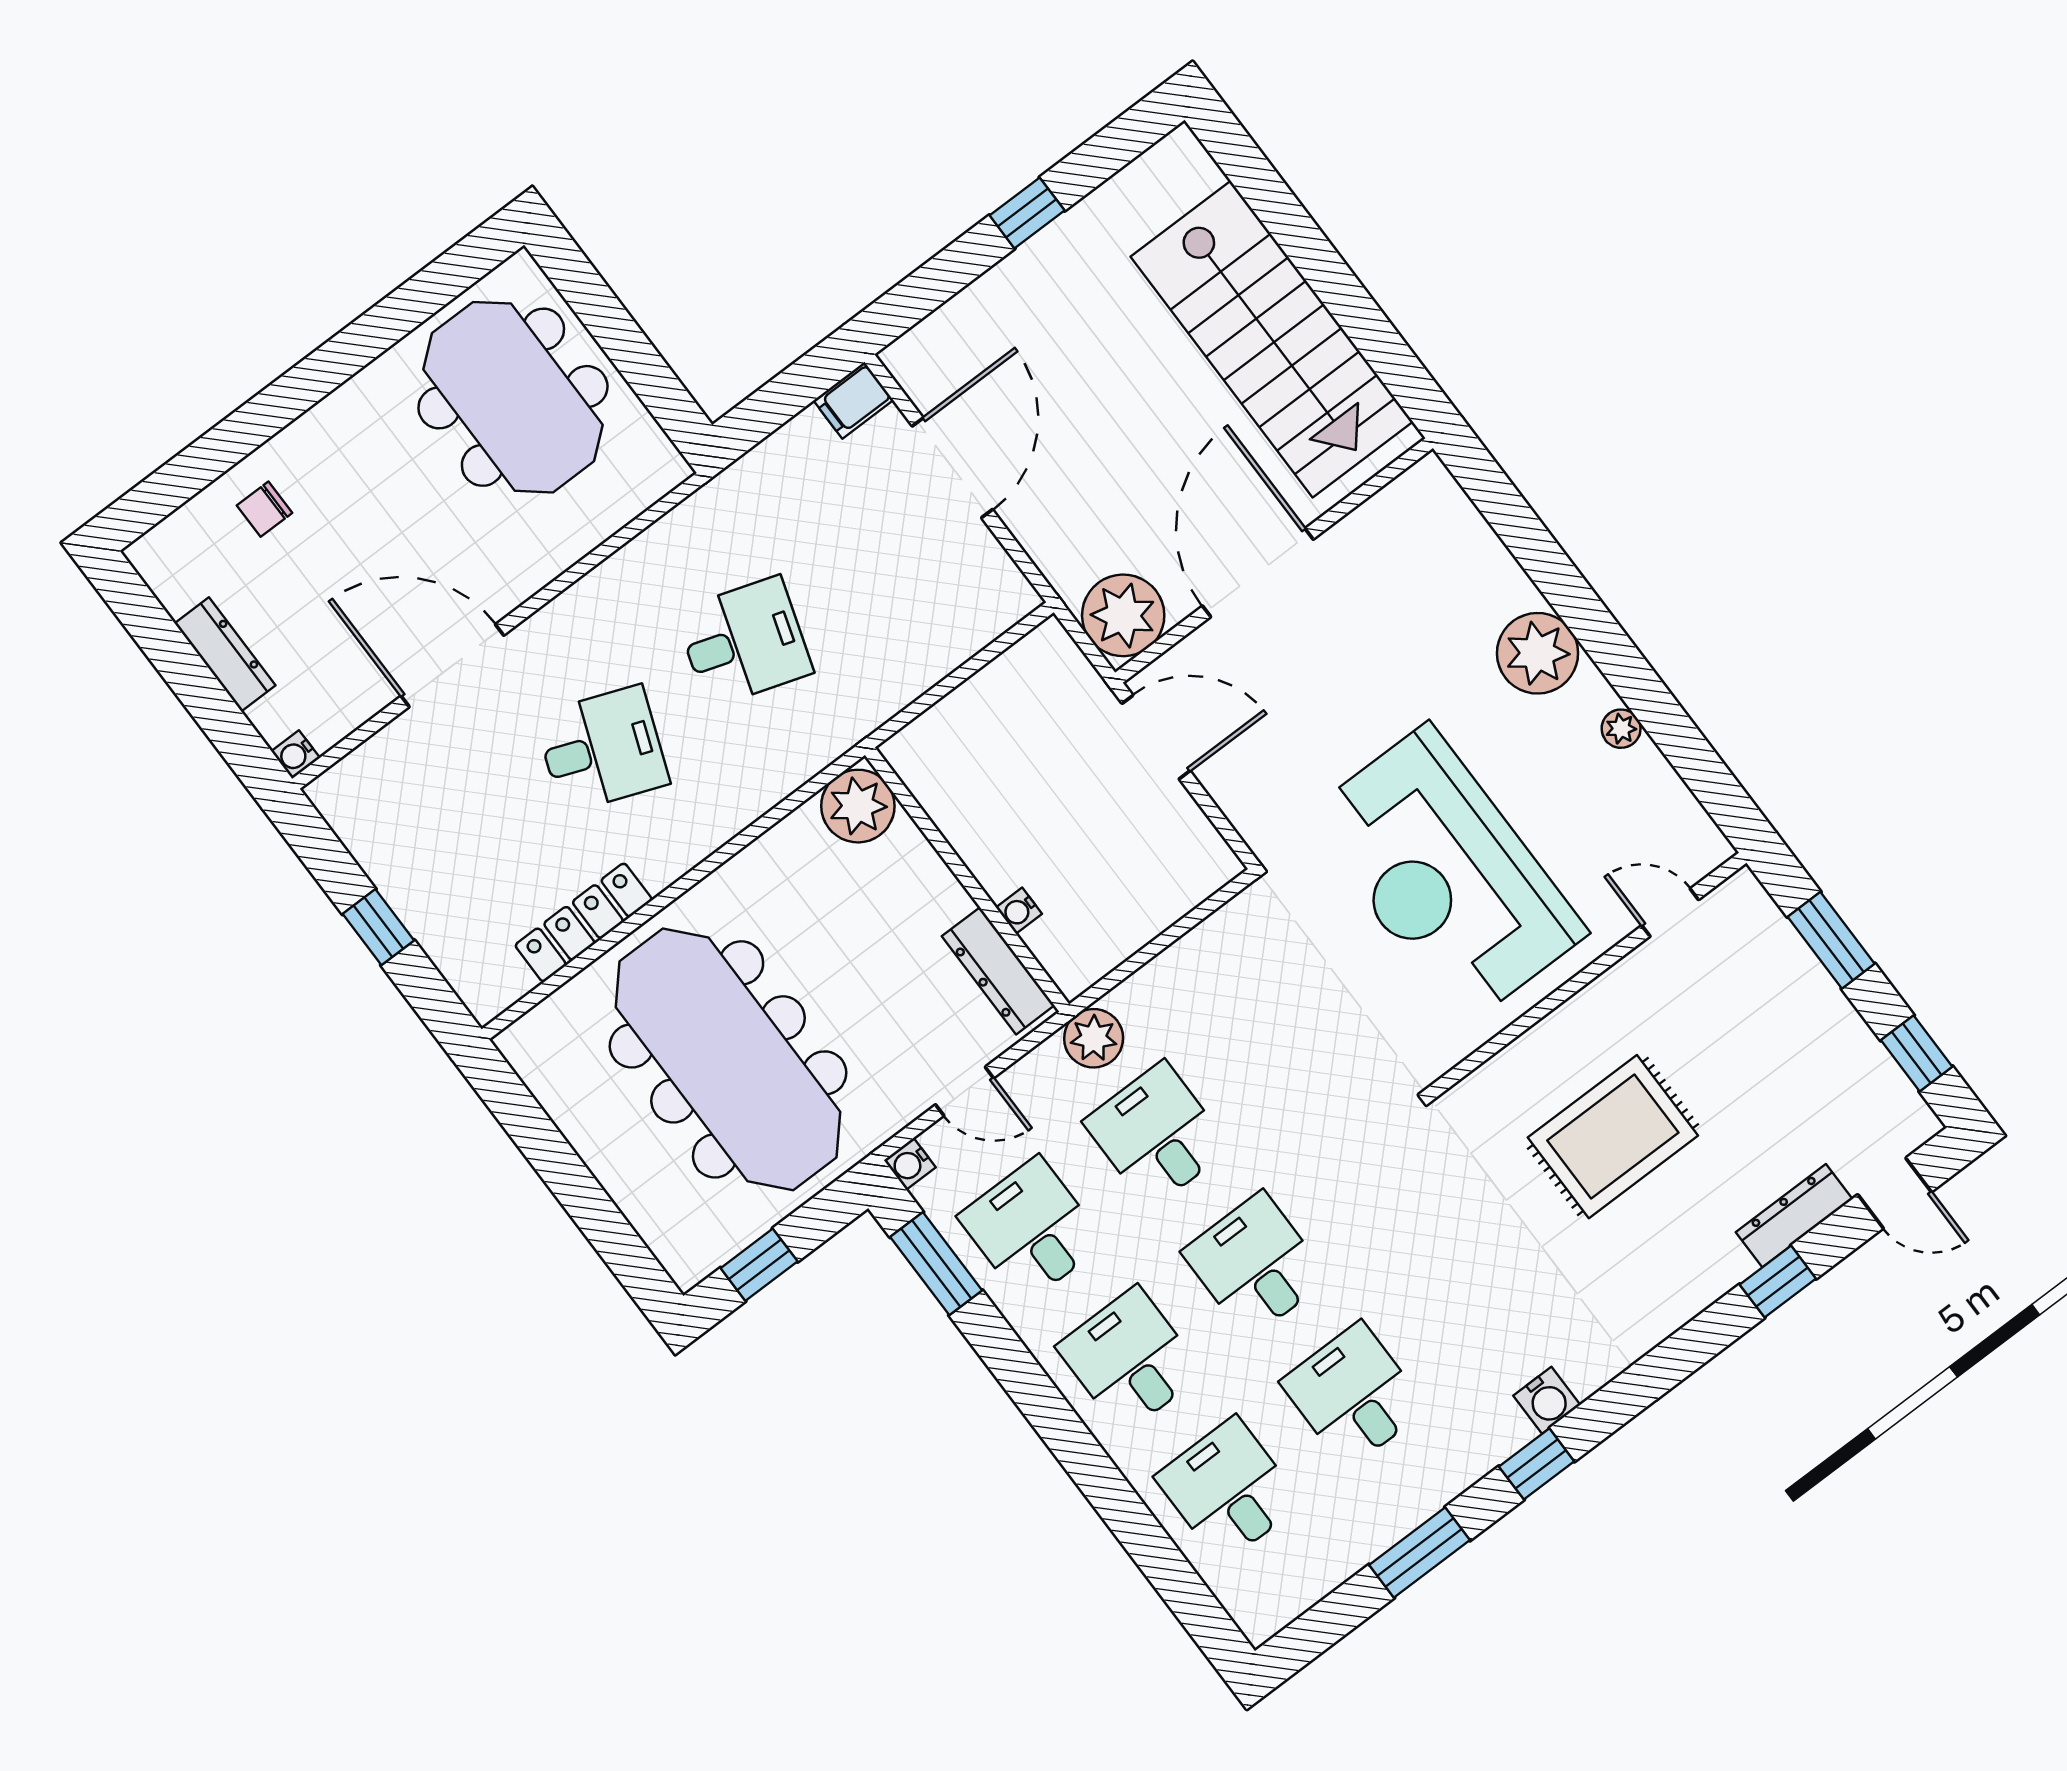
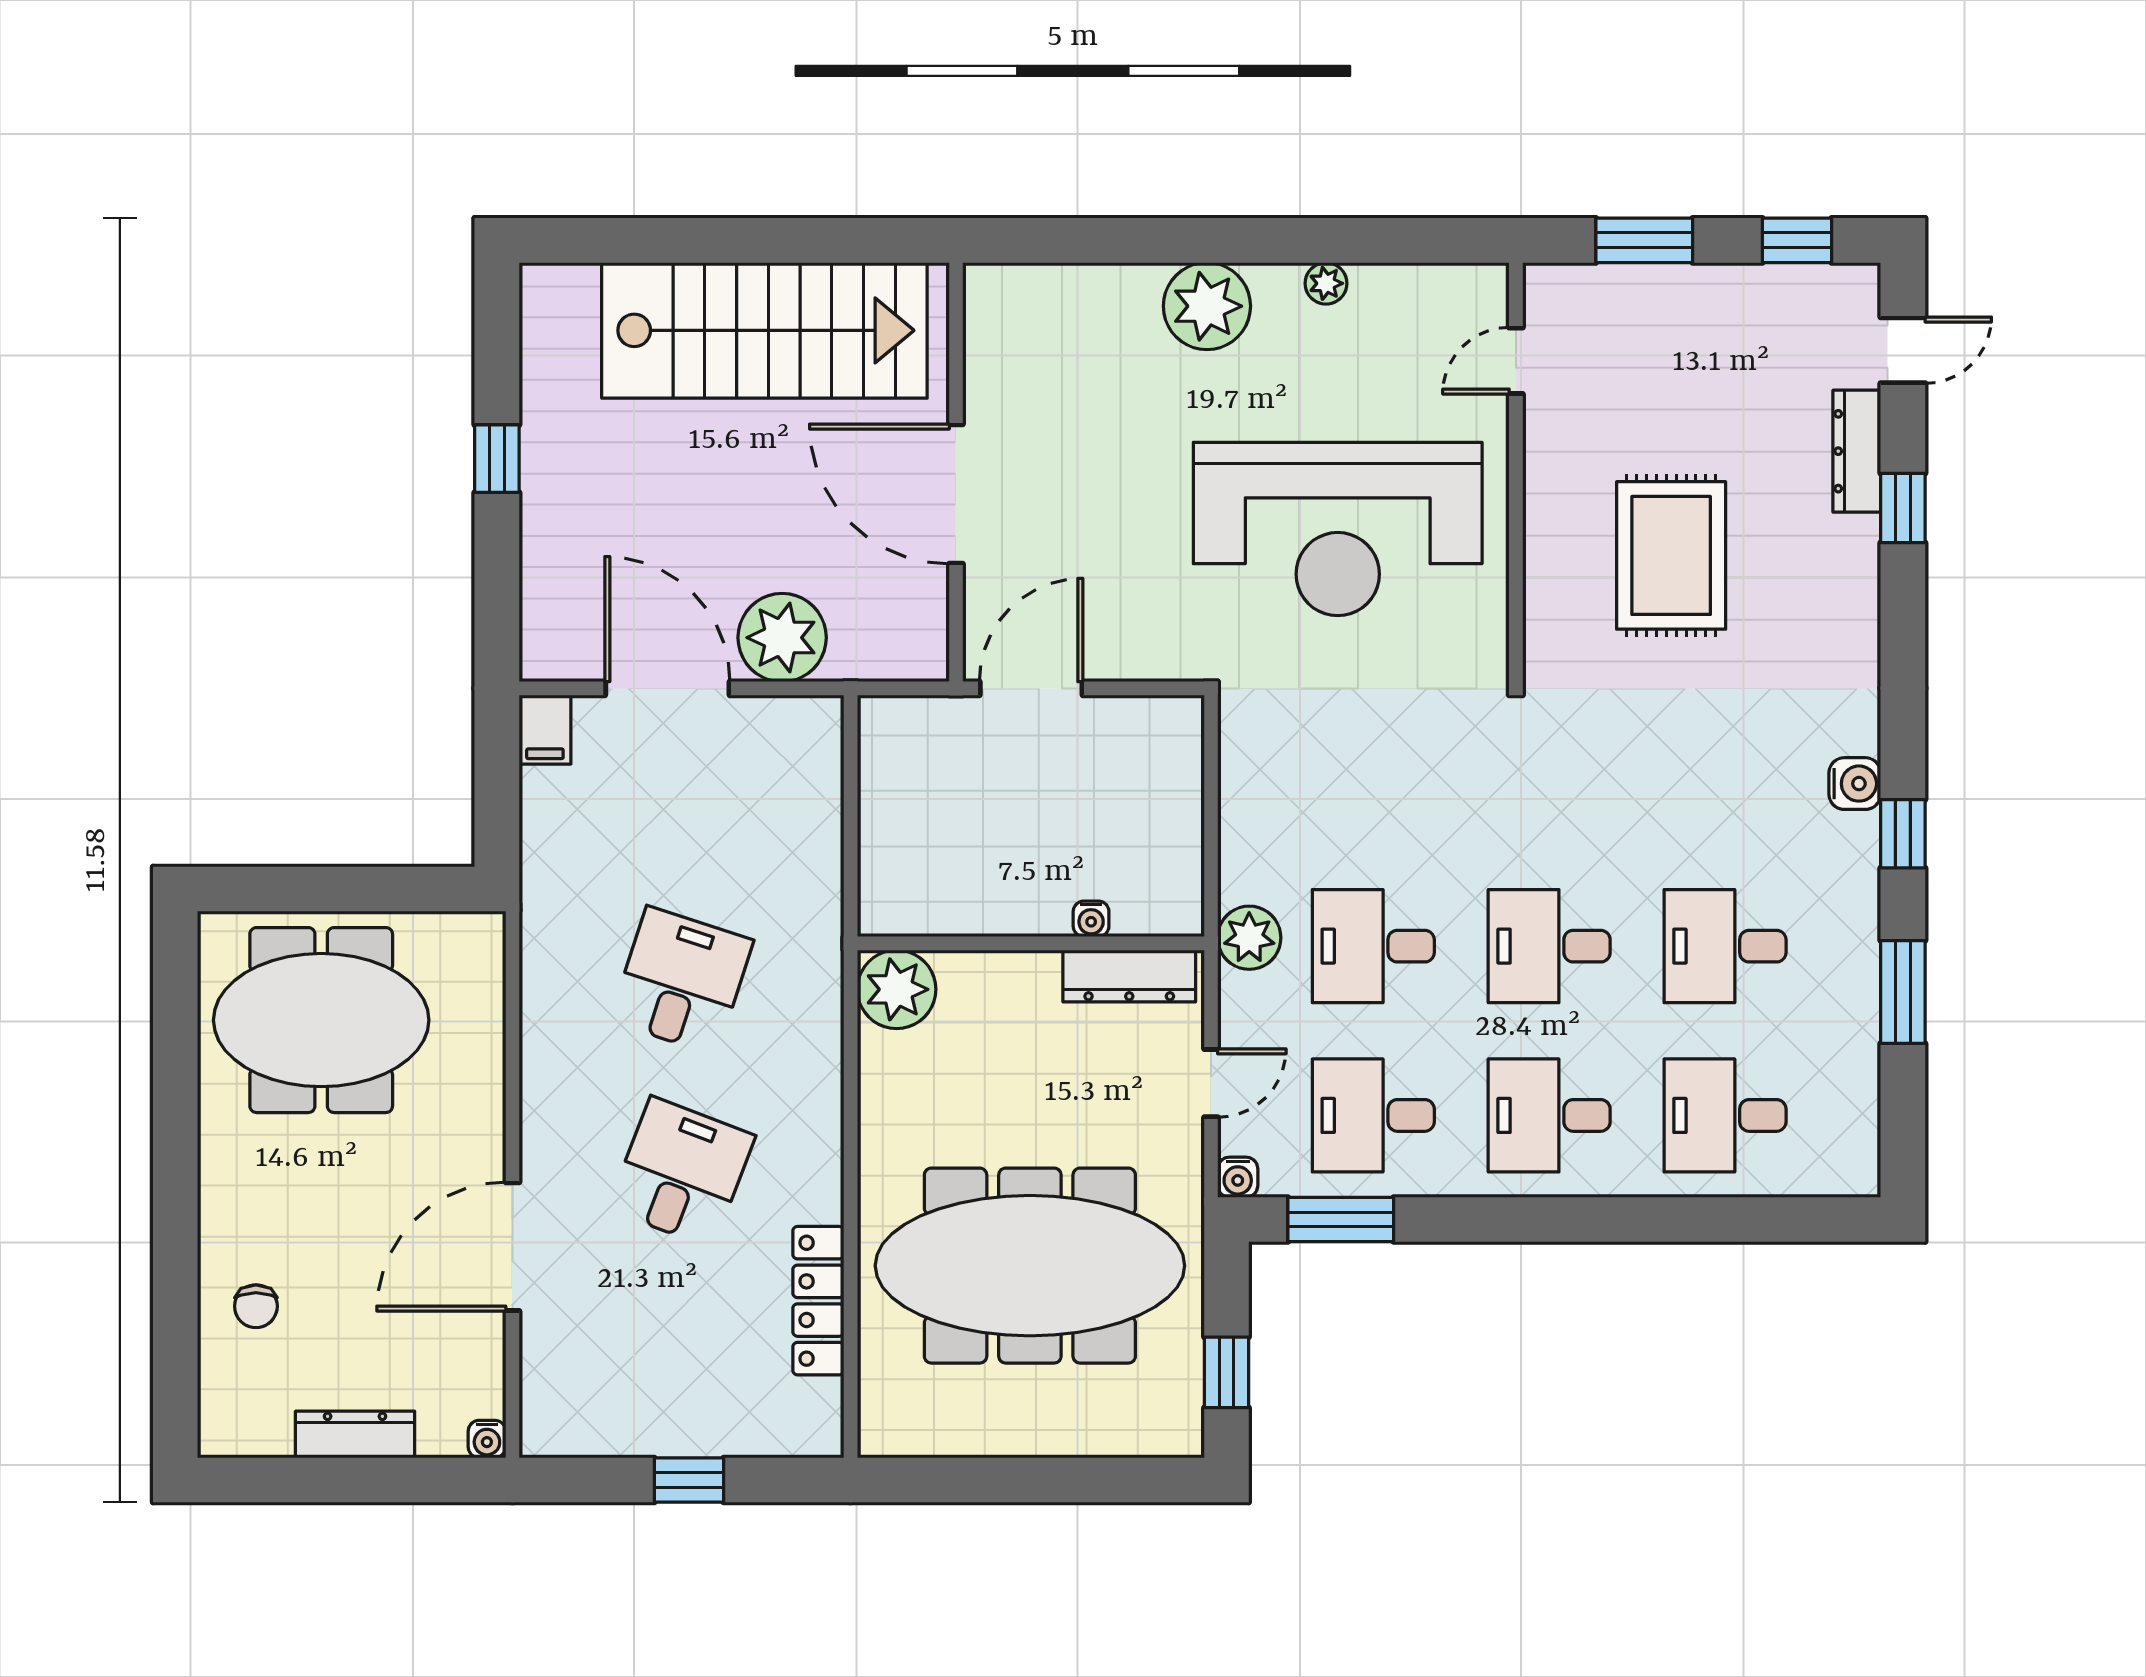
plant: (1123, 615) -> (782, 638), moved

